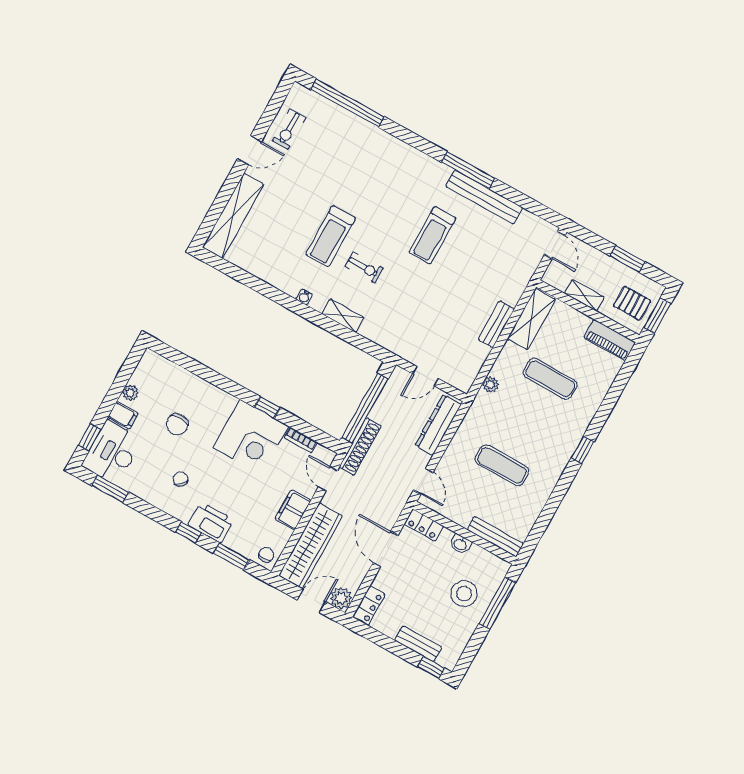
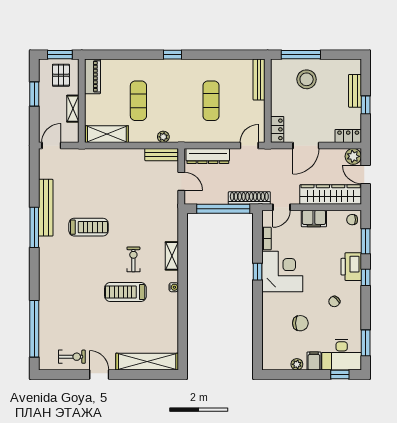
treadmill: (331, 236) -> (125, 292), turned 180
bench: (496, 324) -> (161, 155), moved
washbasin: (460, 544) -> (276, 99), removed
window: (431, 668) -> (366, 105), moved

